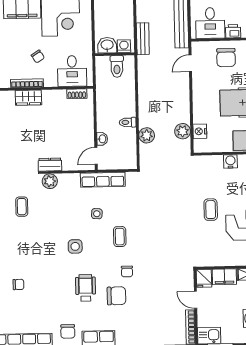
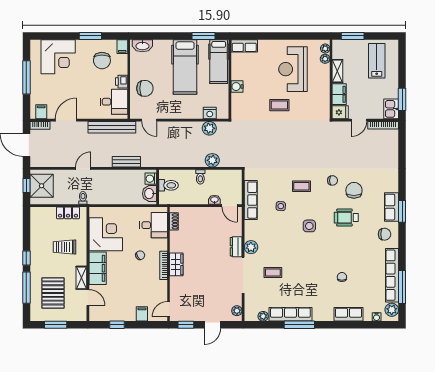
washbasin: (107, 45) -> (149, 194), moved
washing machine: (124, 46) -> (151, 179), moved
wall: (115, 54) -> (158, 187), moved
toilet: (117, 66) -> (169, 185), moved

